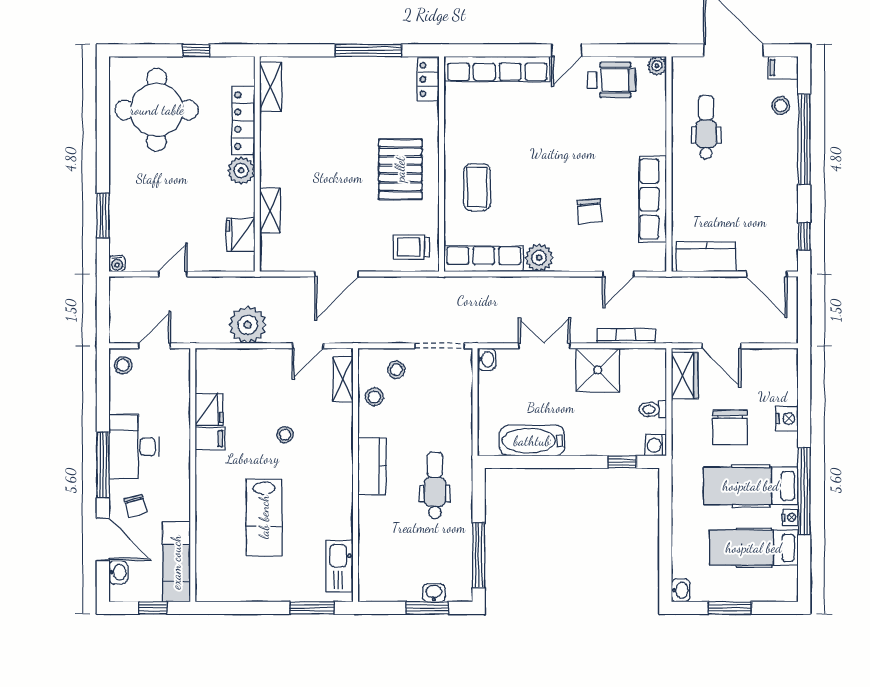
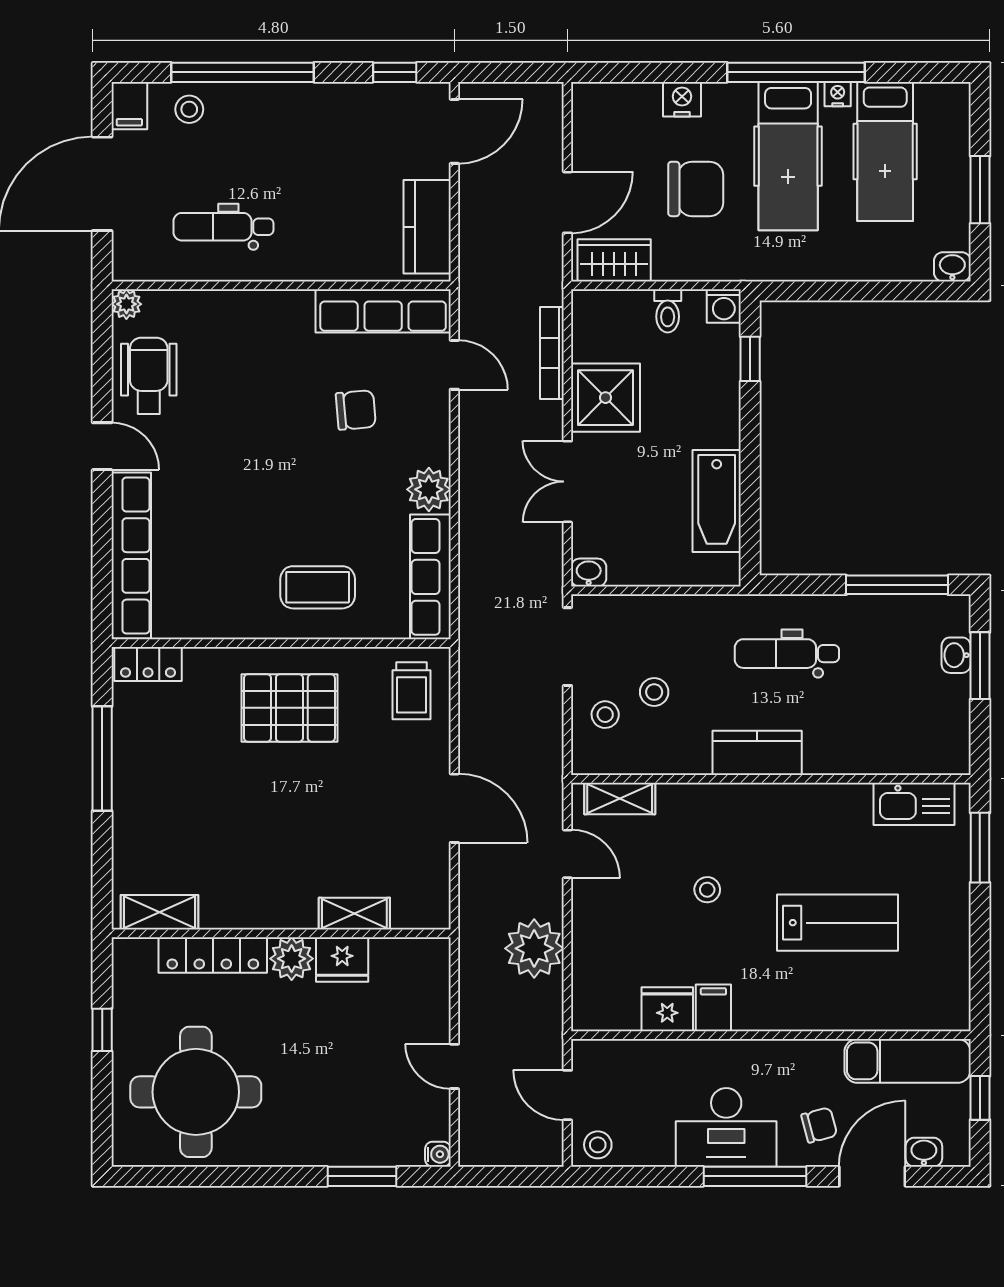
row of seats: (653, 199) -> (383, 311), moved
fridge: (241, 235) -> (342, 960), moved
stool: (374, 397) -> (654, 692), moved

